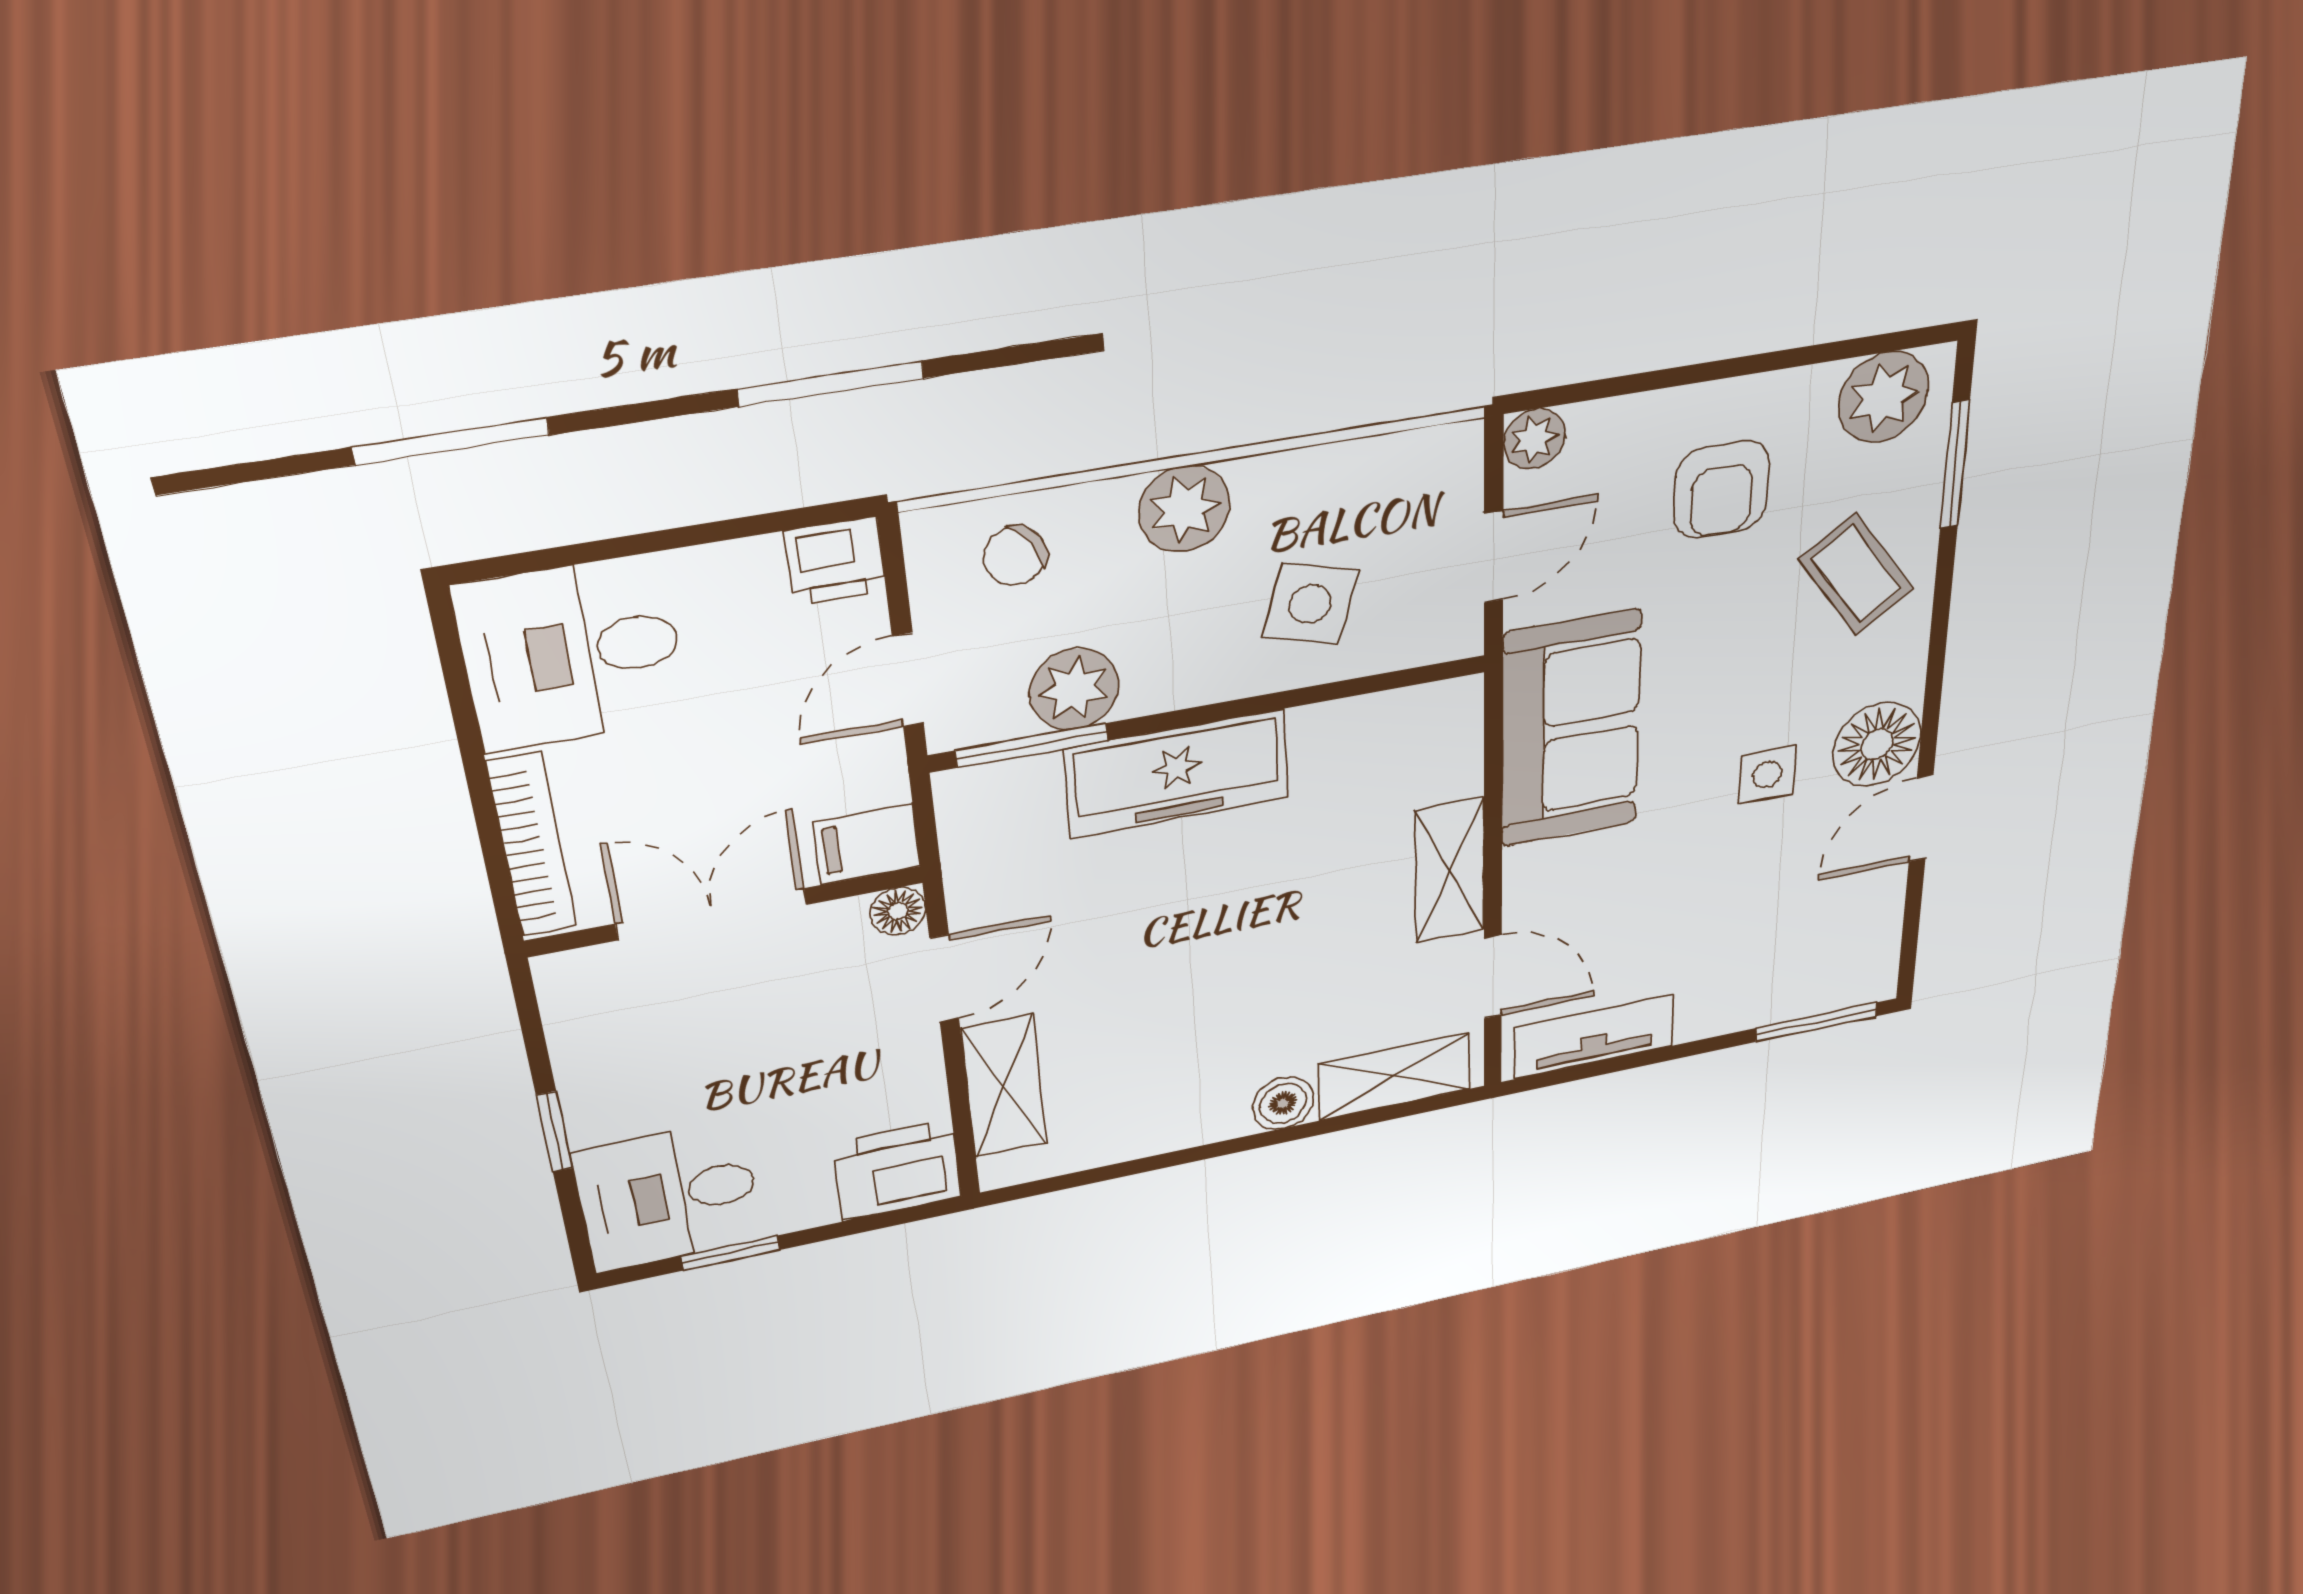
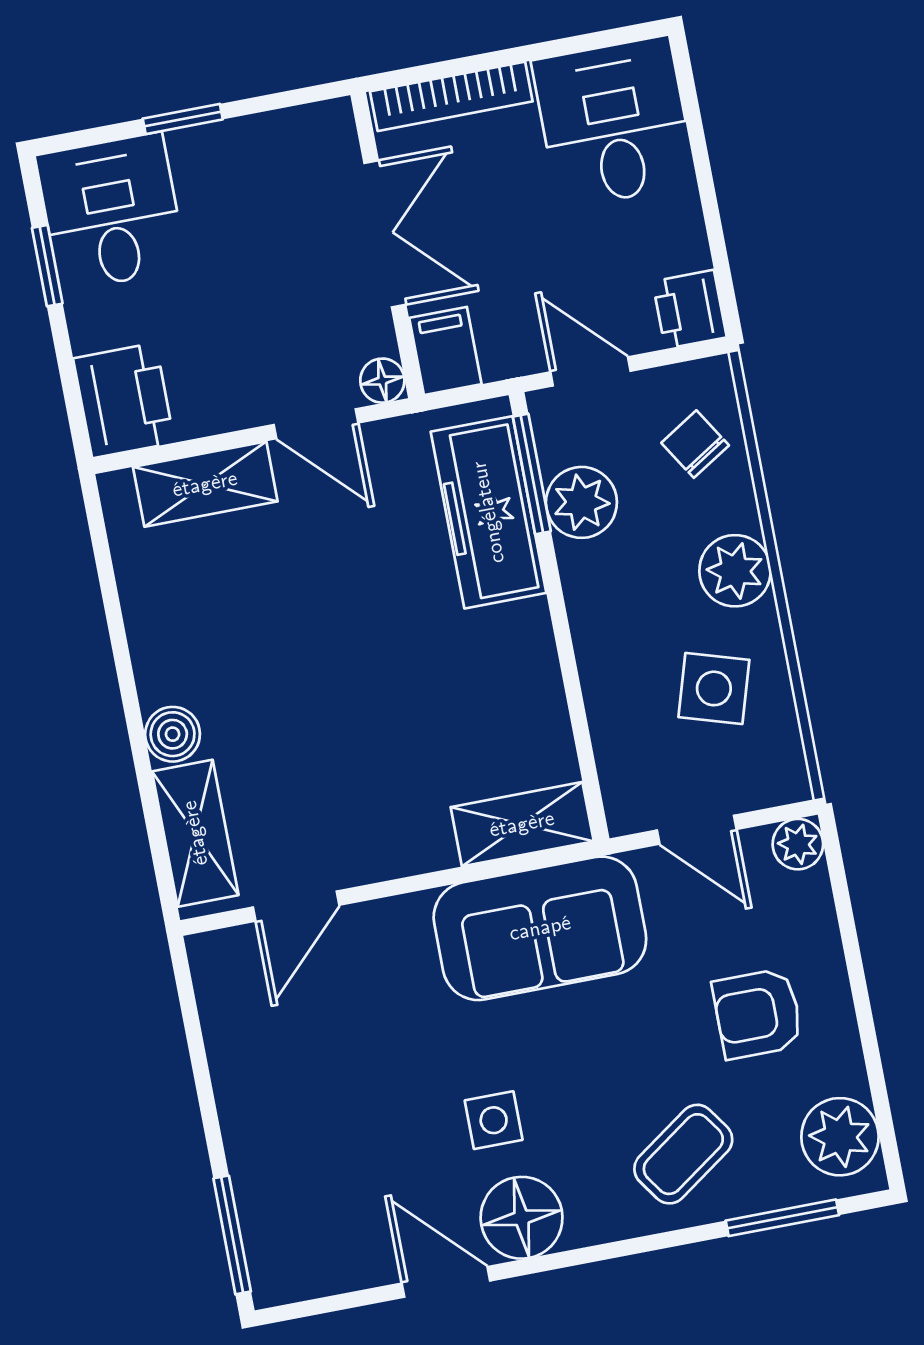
side table: (1310, 604) -> (714, 688), moved
freezer: (1177, 773) -> (488, 512), moved
shelving: (1450, 871) -> (522, 824), moved
tv unit: (1594, 1037) -> (227, 1016), removed

